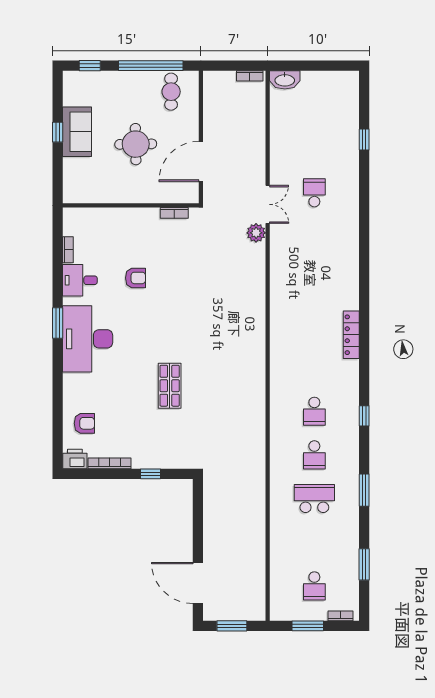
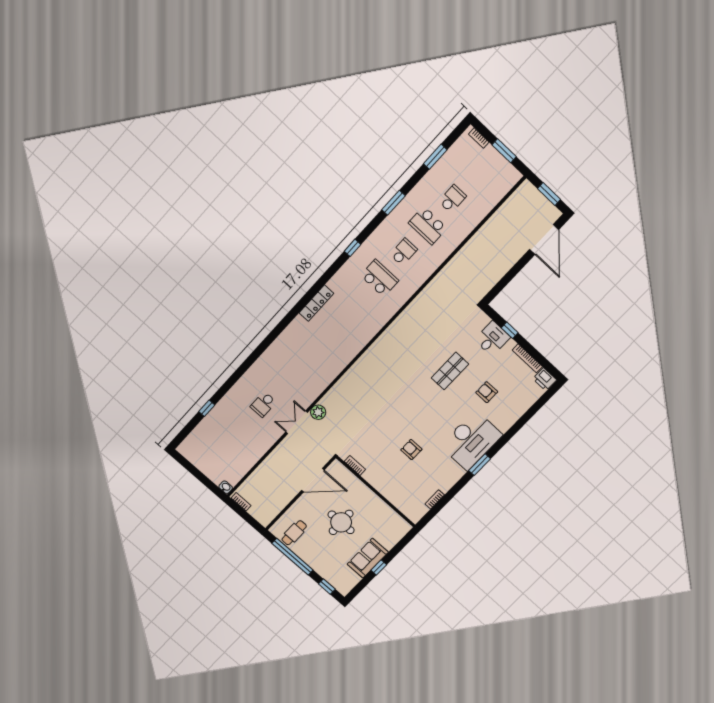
washbasin: (285, 80) -> (226, 487), width x0.52, depth x0.69
desk: (80, 280) -> (492, 338), moved, turned -90
school desk: (314, 411) -> (380, 278), width x1.85
armchair: (84, 423) -> (487, 392), moved
school desk: (314, 586) -> (452, 199), moved

